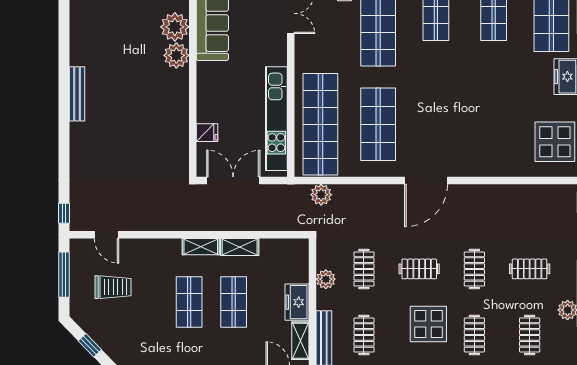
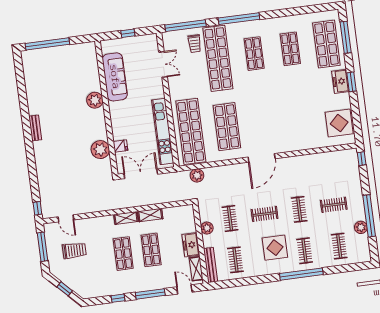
plant: (175, 27) -> (100, 150), moved
bench: (77, 94) -> (35, 128), width x0.73

